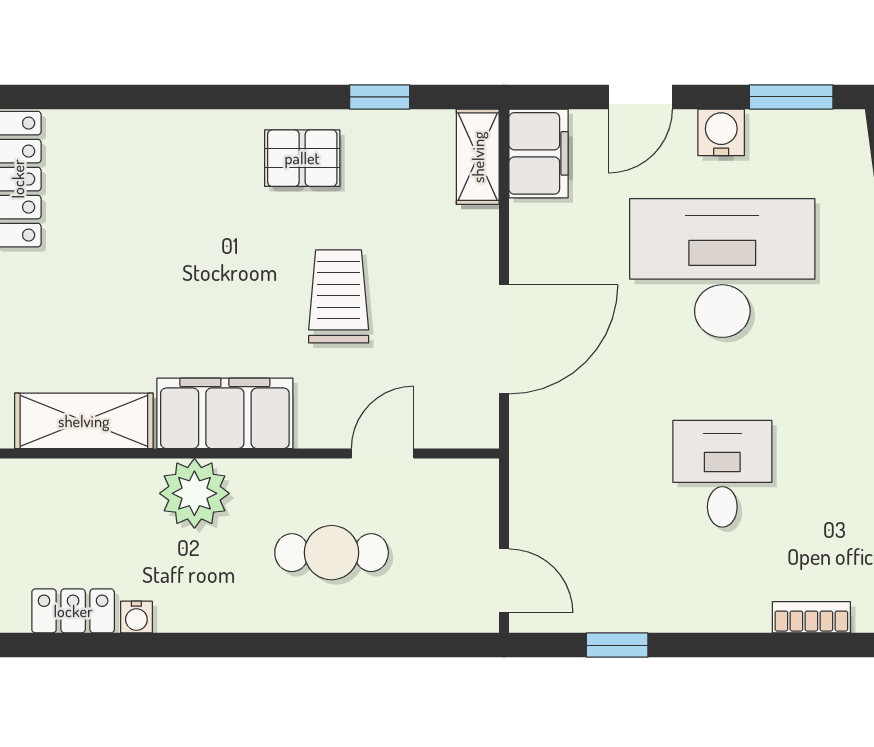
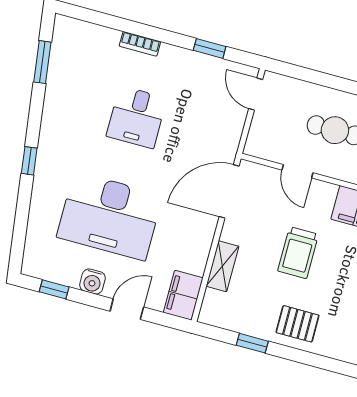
window: (791, 97) -> (54, 289), width x0.67
shelving: (478, 157) -> (222, 266), moved
door: (504, 339) -> (229, 191), moved
door: (383, 453) -> (297, 171), hinge flipped
bookcase: (811, 617) -> (140, 44), moved

